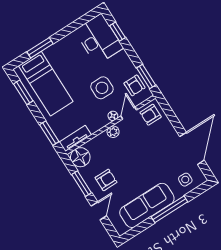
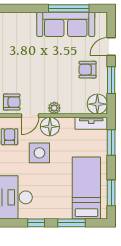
window: (69, 29) -> (36, 223), added
floor lamp: (113, 116) -> (50, 127), width x1.89, depth x1.89
side table: (185, 180) -> (18, 26), removed
window: (169, 209) -> (69, 8), moved

